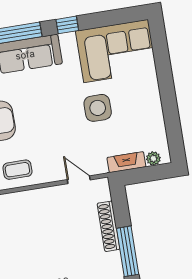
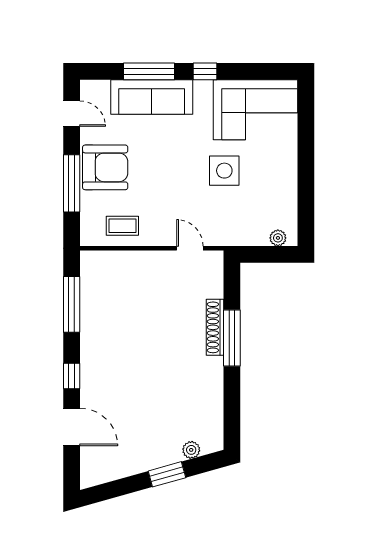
fireplace: (126, 162) -> (247, 237), removed
shoe rack: (109, 226) -> (215, 327), moved

